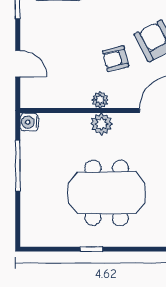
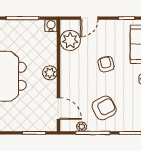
armchair: (116, 59) -> (106, 64), moved
plant: (100, 100) -> (70, 40), moved, width x1.88, depth x1.88

